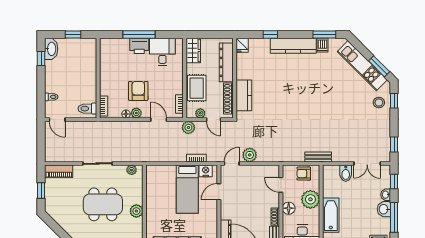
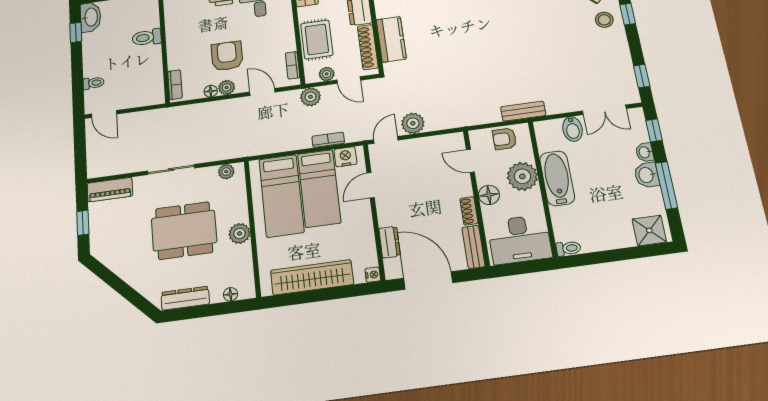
toilet: (87, 109) -> (147, 37), moved
bed: (164, 191) -> (281, 196), added
bathtub: (331, 215) -> (557, 178), moved

